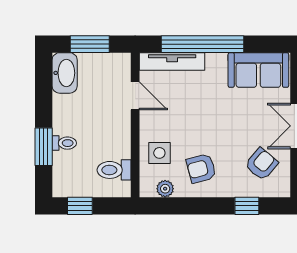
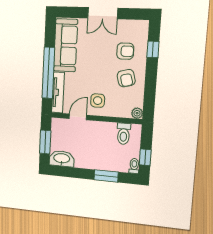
sofa: (258, 70) -> (66, 45), width x1.36
toilet: (64, 143) -> (134, 166), moved
side table: (159, 153) -> (98, 101), moved
armchair: (262, 164) -> (125, 51), moved, turned 140
plant: (165, 189) -> (137, 113), moved

